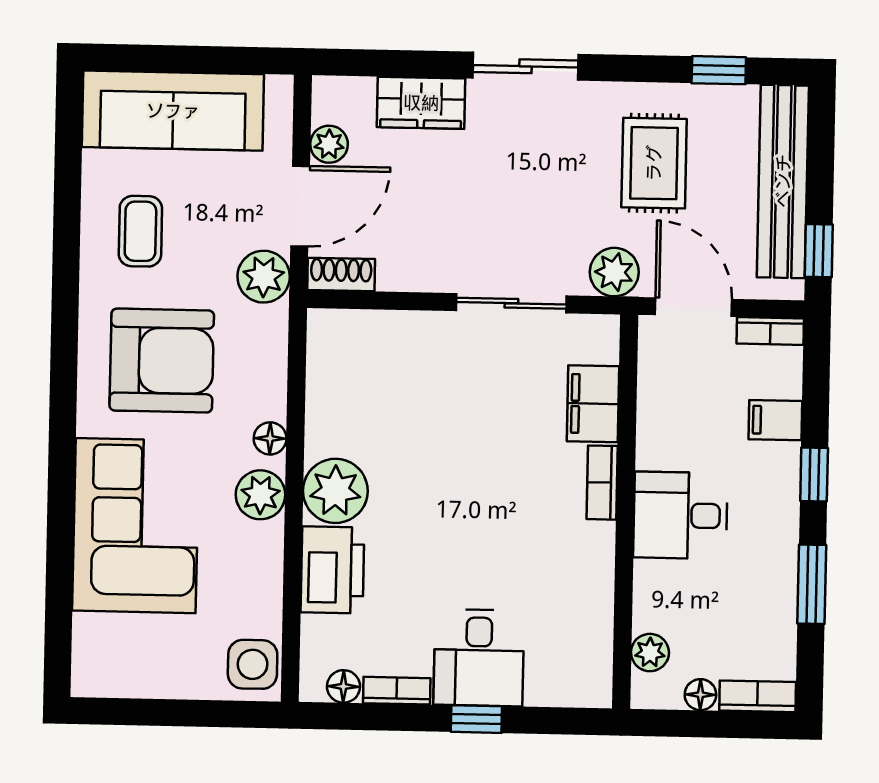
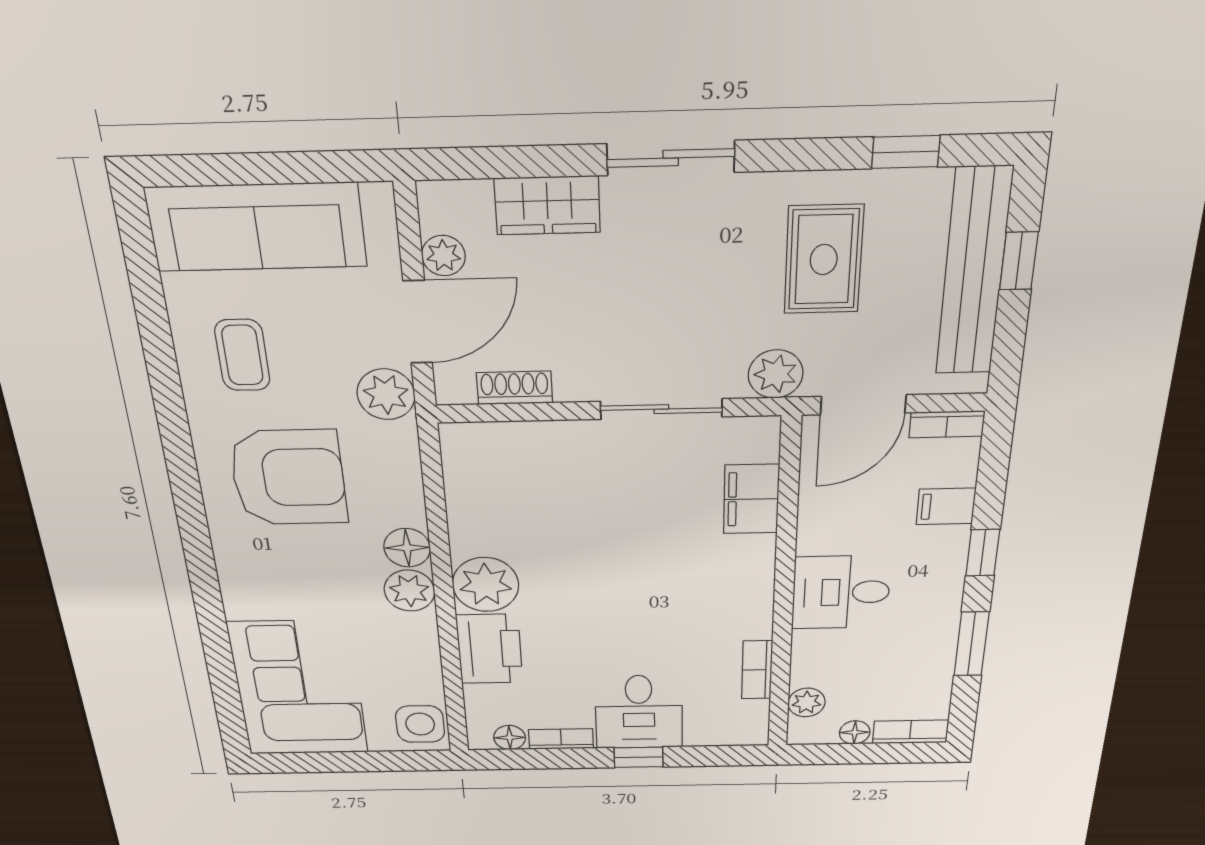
window: (819, 251) -> (1019, 261), moved
shoe rack: (341, 274) -> (515, 388), moved
door: (694, 307) -> (863, 405), swing flipped
floor lamp: (270, 438) -> (407, 548), width x1.37, depth x1.37
bookcase: (602, 483) -> (757, 670), moved
corner sofa: (136, 526) -> (299, 688), moved

